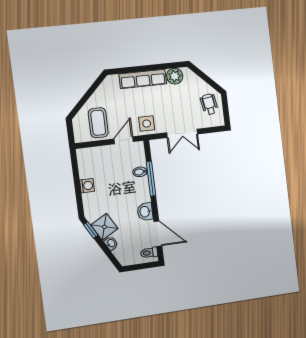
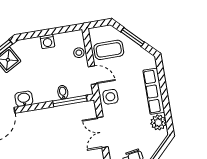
window: (86, 97) -> (133, 37), added
stool: (100, 154) -> (79, 53), added
window: (151, 179) -> (70, 101), moved

